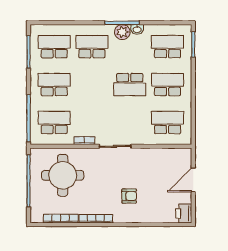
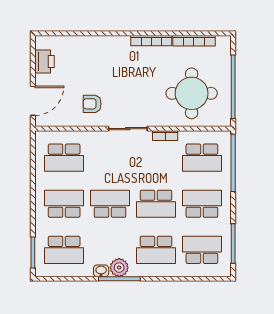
school desk: (54, 47) -> (202, 250), turned 180
school desk: (54, 85) -> (202, 204), turned 180
school desk: (92, 85) -> (156, 204), added
school desk: (168, 85) -> (64, 204), turned 180
door: (193, 180) -> (33, 101), moved
armchair: (129, 196) -> (92, 104), moved
printer: (184, 213) -> (45, 61), moved

